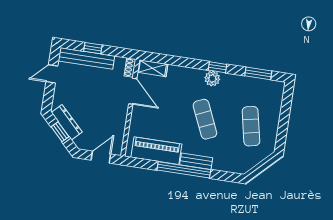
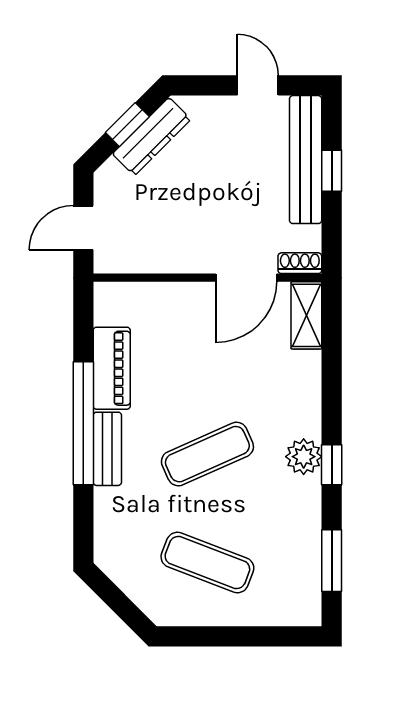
exercise mat: (251, 126) -> (207, 563), turned 33
piano: (156, 151) -> (112, 368), width x0.73, depth x0.75
door: (101, 157) -> (83, 228), swing flipped

